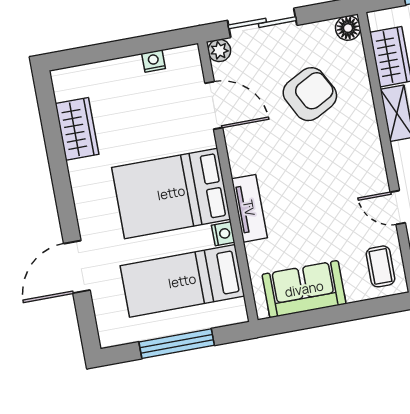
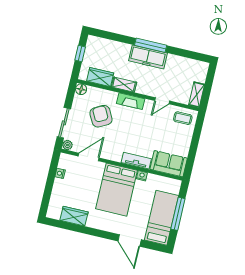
fireplace: (368, 142) -> (131, 101), added
bed: (182, 281) -> (161, 218), moved, turned 180
sofa: (304, 289) -> (169, 164), moved, turned 90

